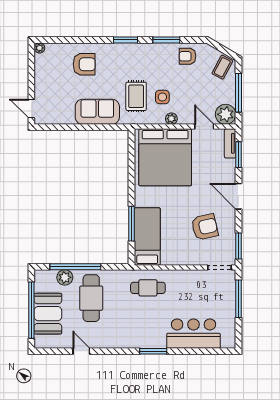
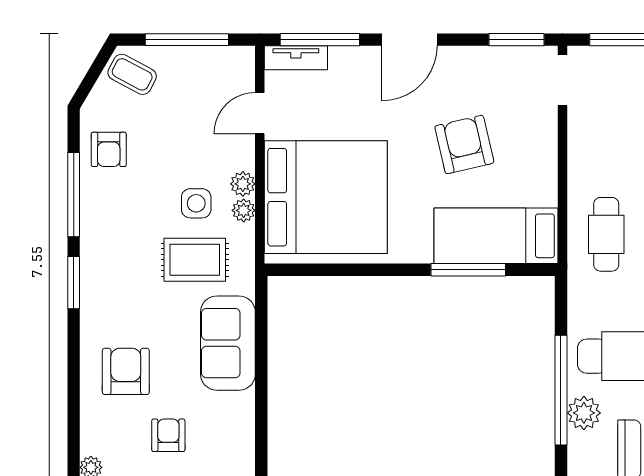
window: (166, 40) -> (74, 195), width x1.44
armchair: (54, 84) -> (168, 435), added
plant: (226, 114) -> (244, 210), moved, width x0.53, depth x0.53
window: (239, 155) -> (320, 40), width x1.44
armchair: (205, 227) -> (464, 144), moved

